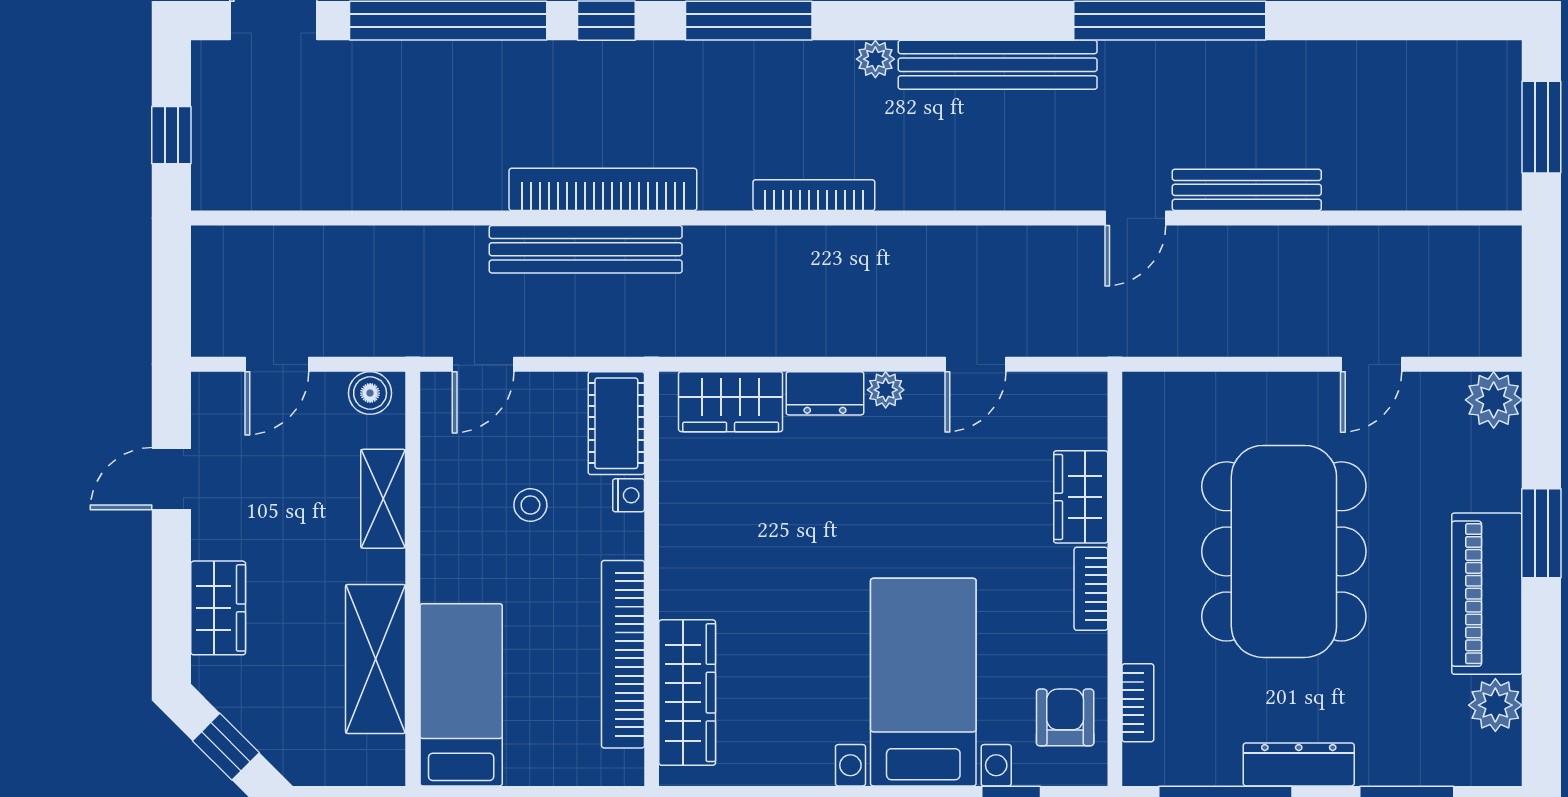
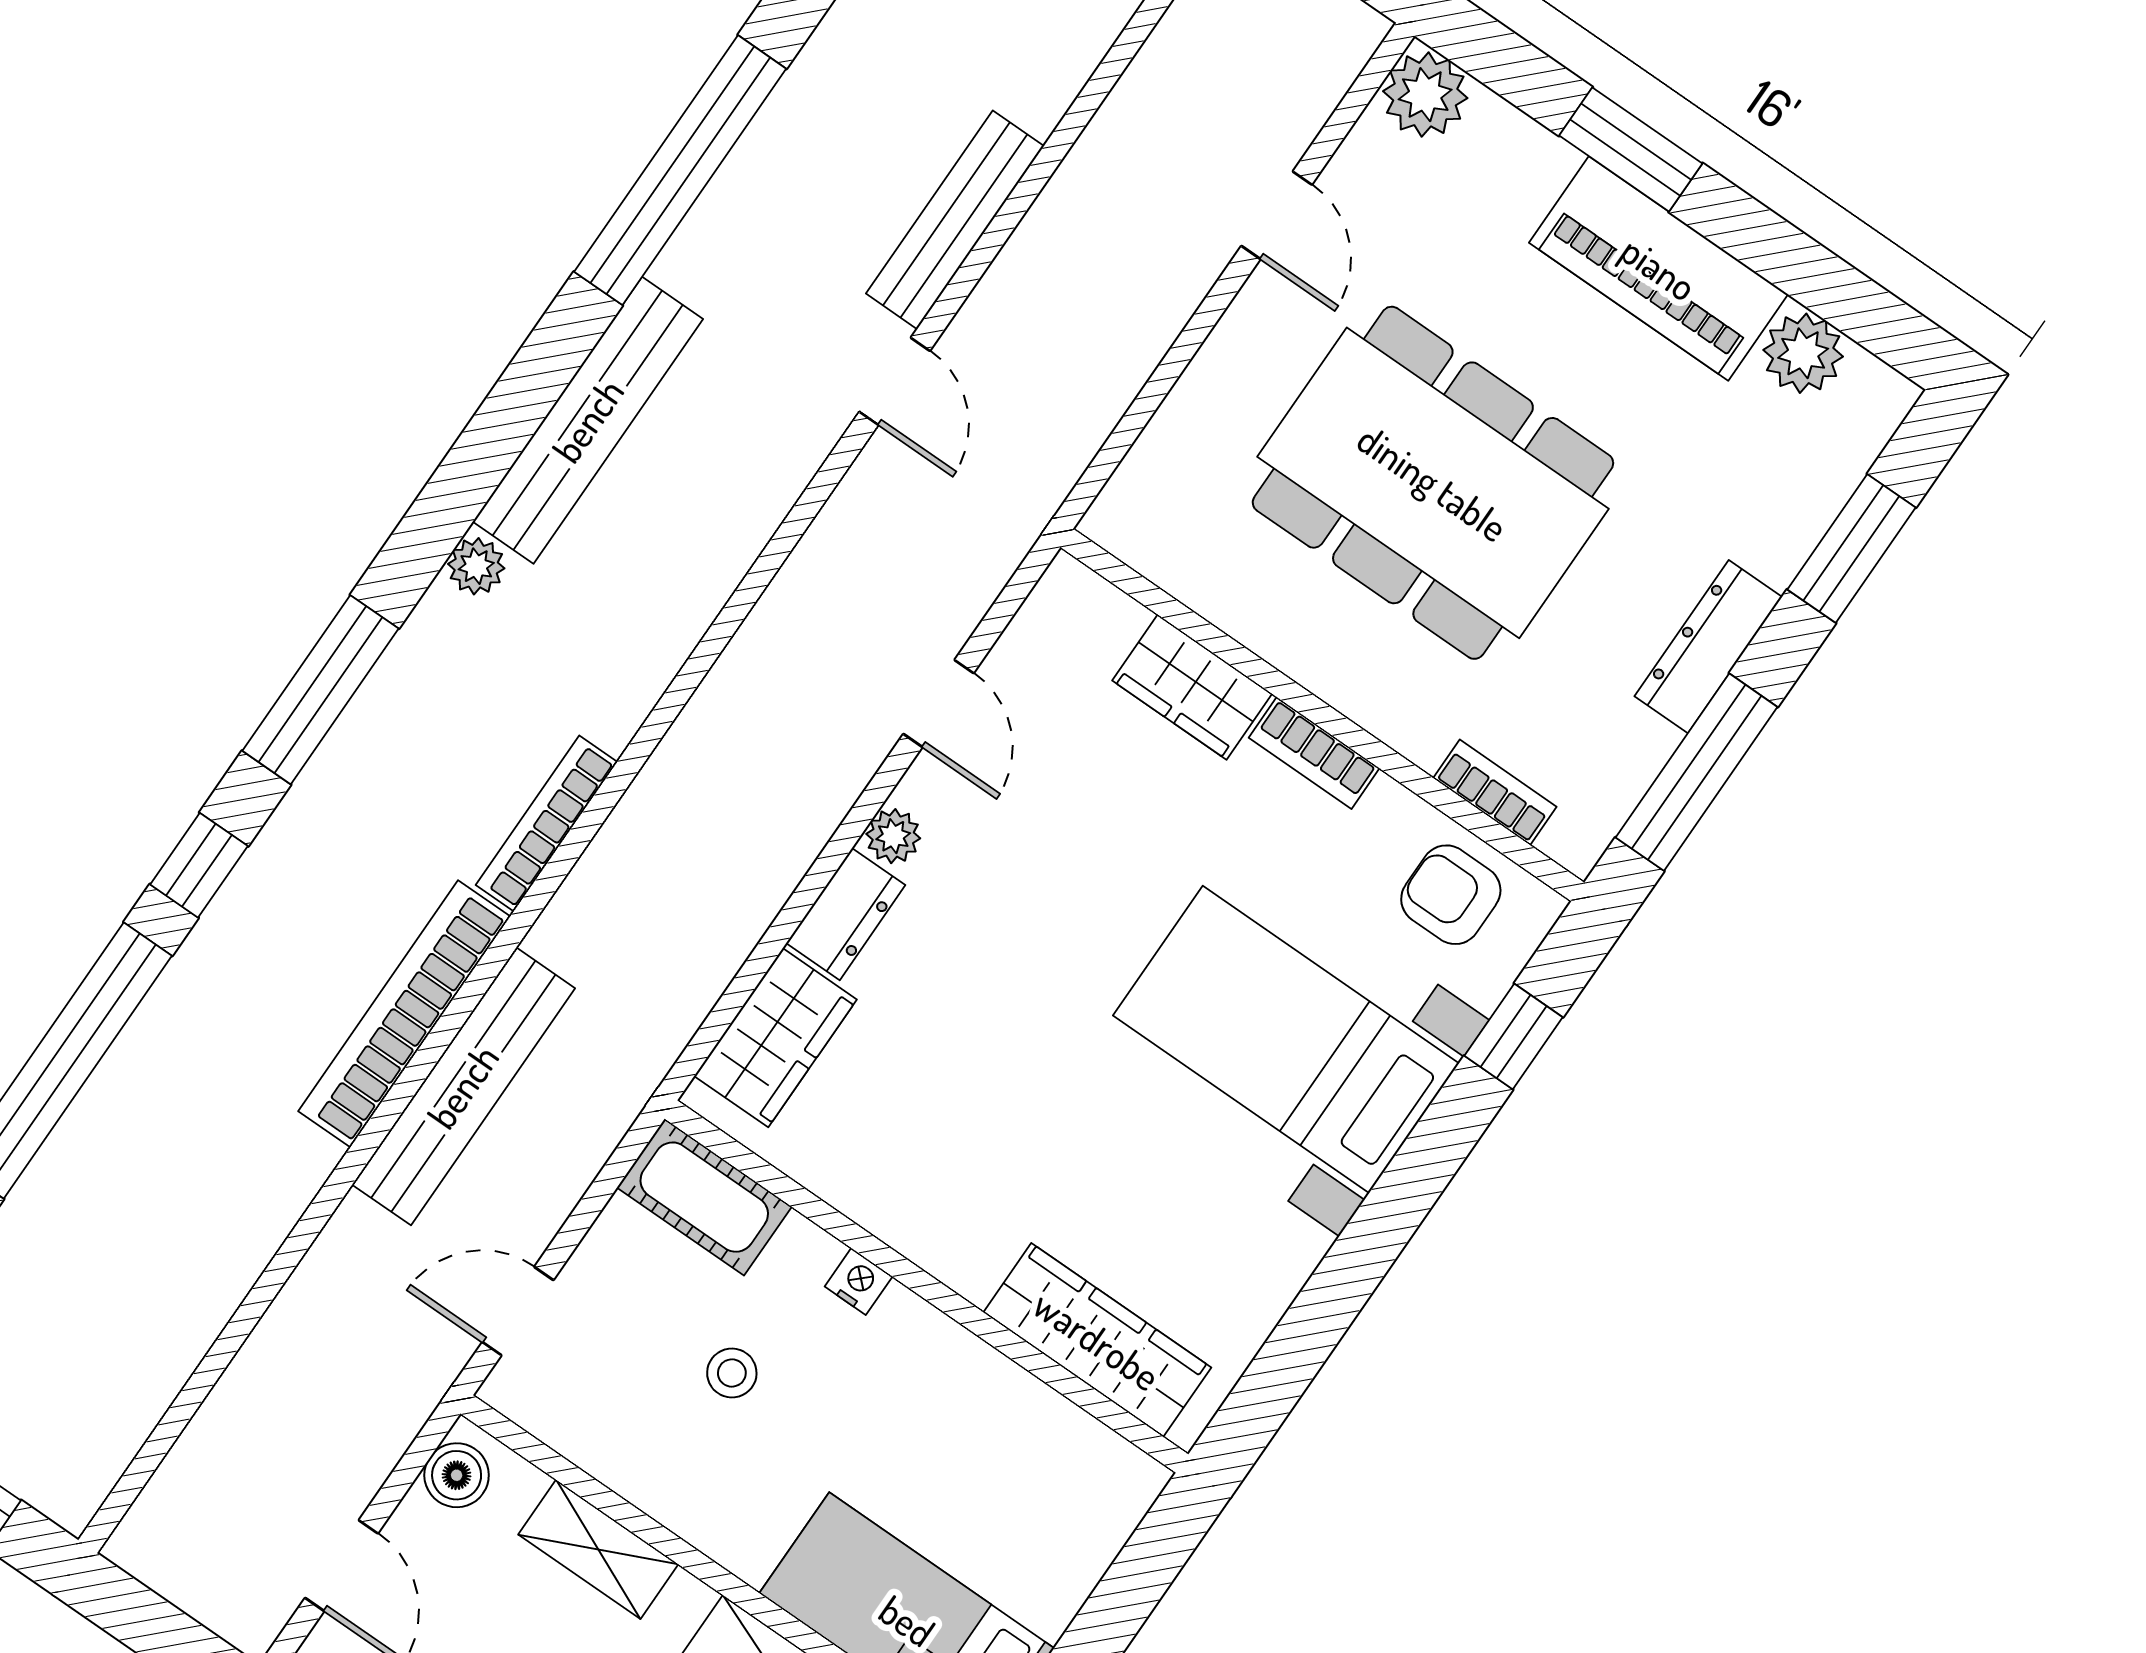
bookcase: (814, 195) -> (547, 823), moved
door: (483, 364) -> (518, 1311), swing flipped
nightstand: (629, 495) -> (859, 1281), moved
bookcase: (623, 654) -> (995, 1386), removed

